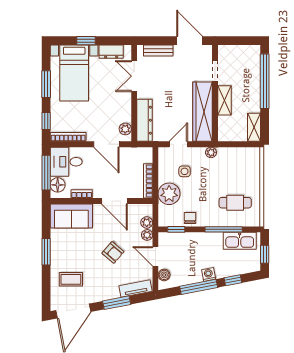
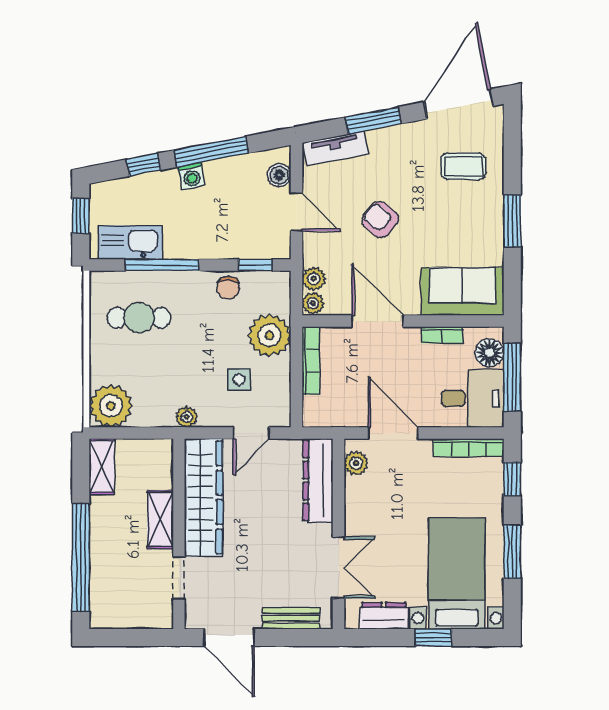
plant: (249, 158) -> (111, 406), added
plant: (147, 235) -> (313, 303), moved

